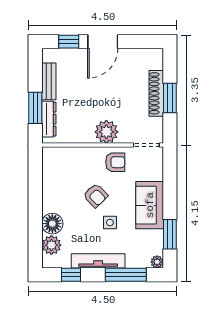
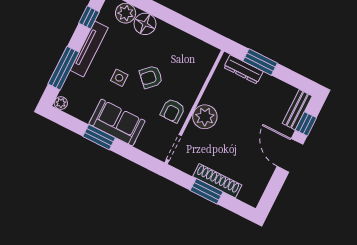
bench: (49, 81) -> (297, 110), moved, turned 90
window: (170, 234) -> (99, 137), moved

